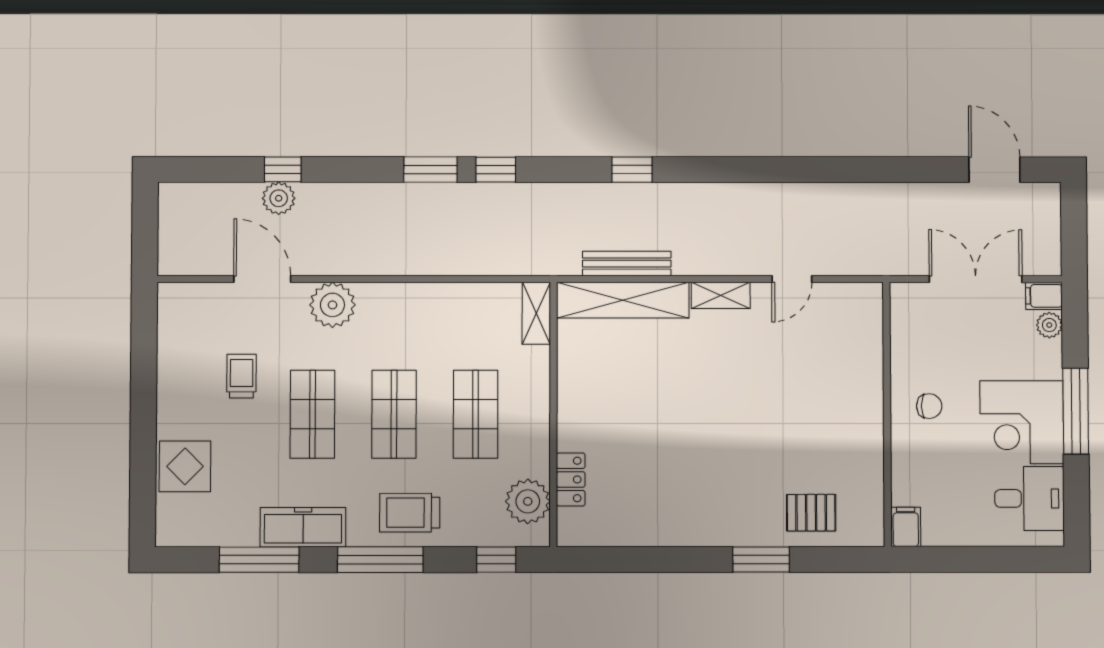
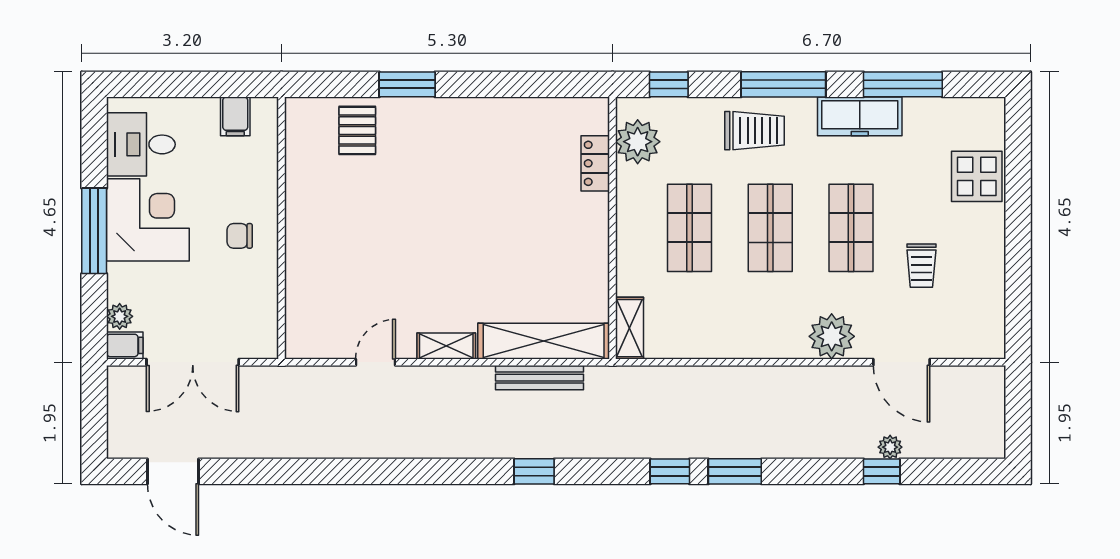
plant: (279, 198) -> (890, 447), width x0.73, depth x0.73
pallet: (811, 513) -> (357, 130), turned 90
filing cabinet: (906, 527) -> (235, 116), moved

